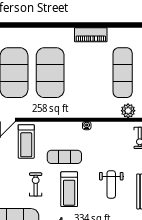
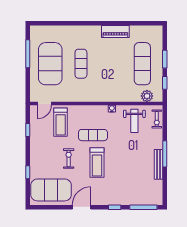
exercise mat: (50, 73) -> (81, 64), width x0.50, depth x0.69
weight bench: (111, 184) -> (134, 121), moved

